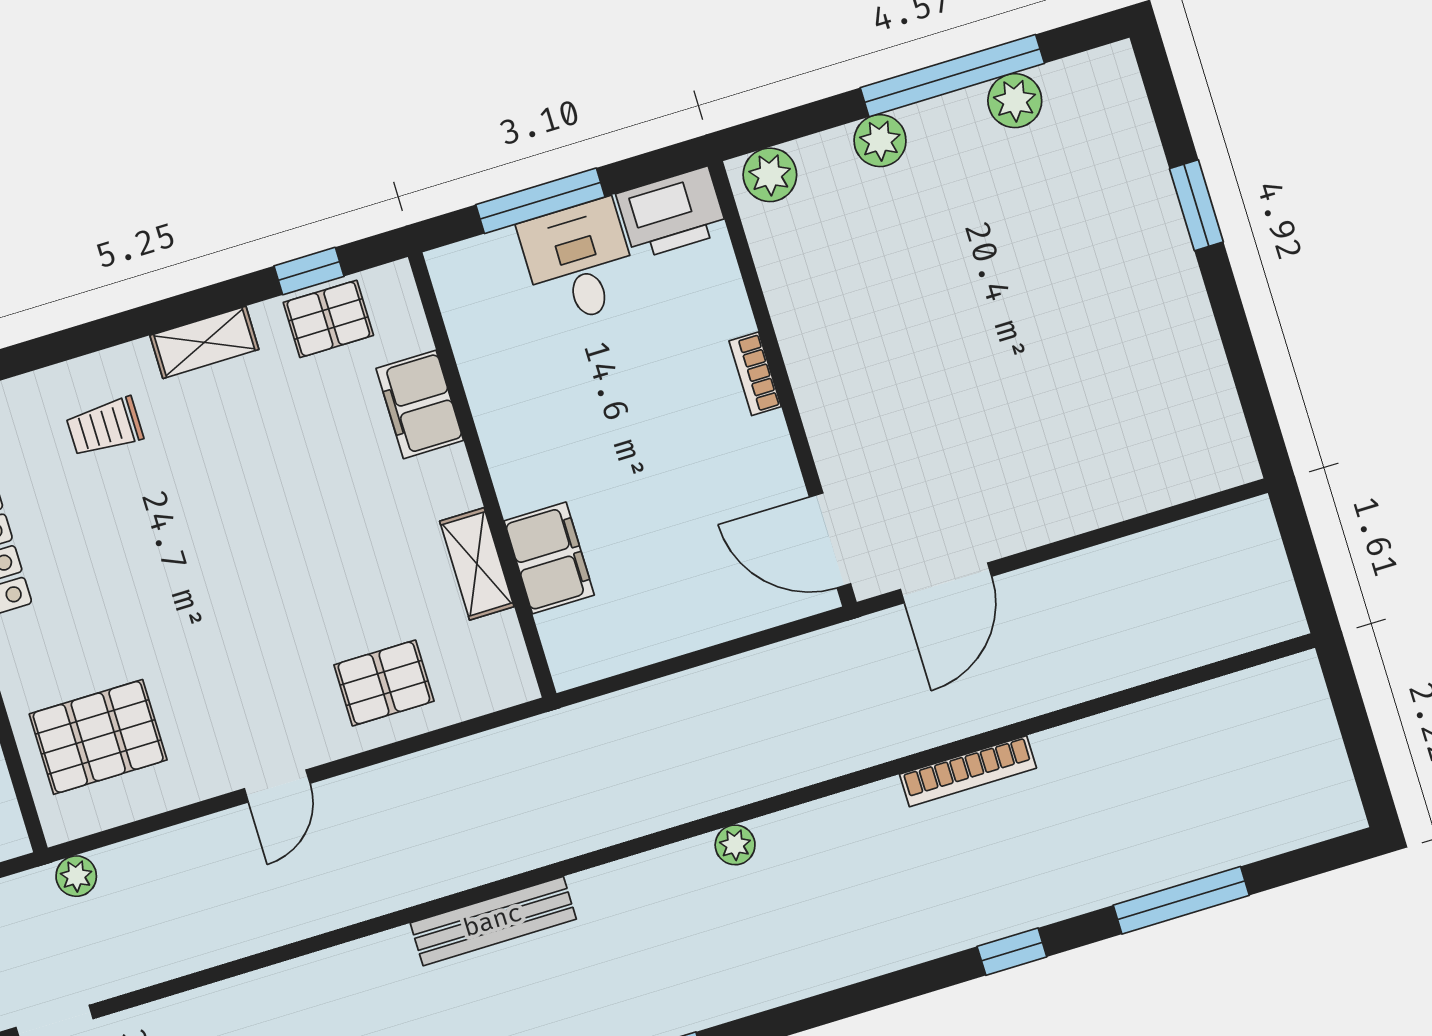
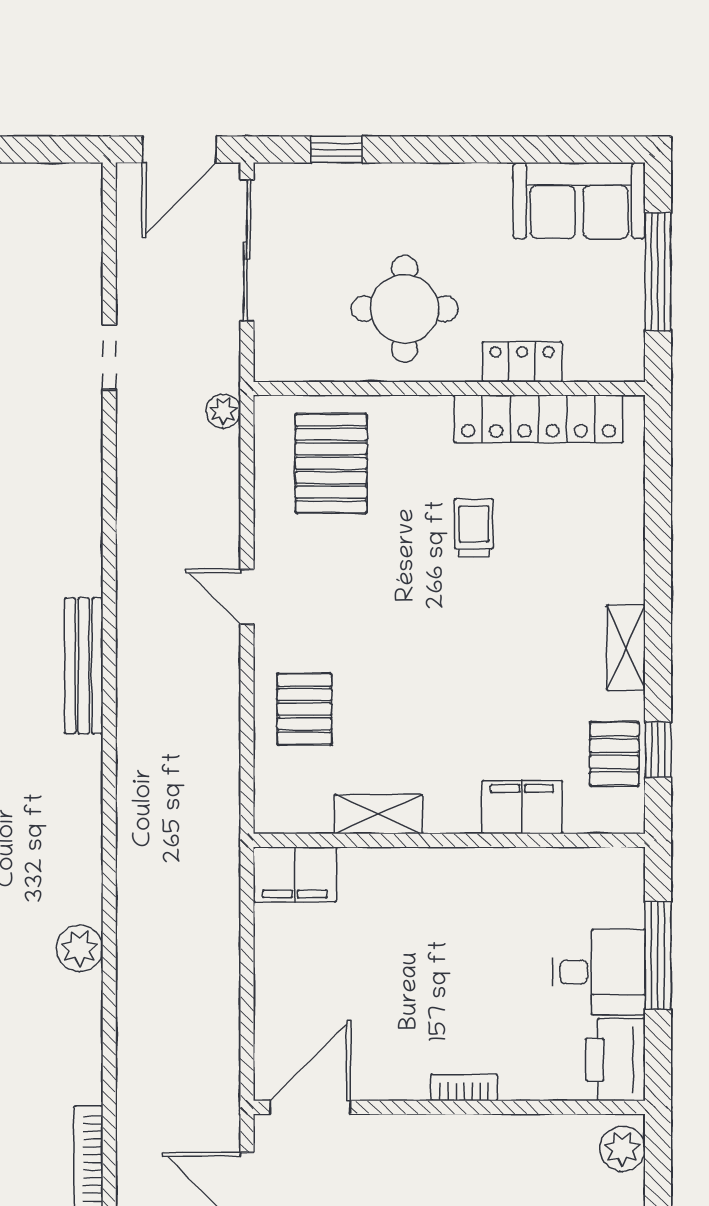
trolley: (105, 427) -> (474, 528), moved
filing cabinet: (549, 558) -> (295, 875), moved
plant: (735, 845) -> (80, 948), width x1.38, depth x1.38
bench: (493, 921) -> (84, 666), moved

